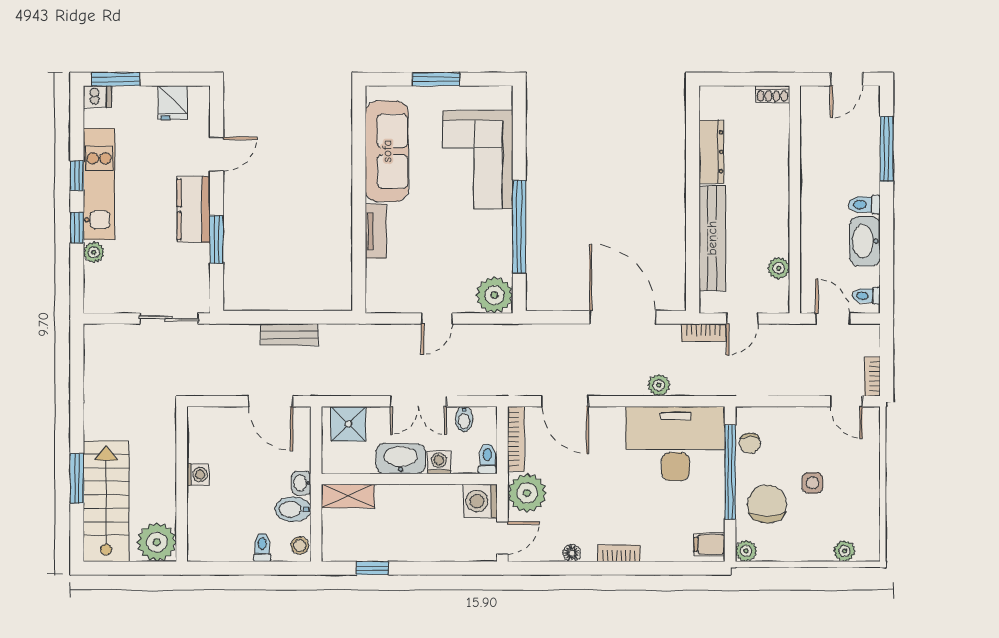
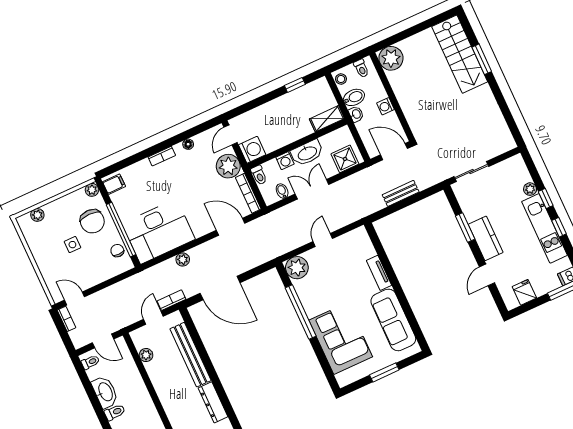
washing machine: (198, 474) -> (385, 106), moved
wall: (182, 484) -> (392, 97), moved
plant: (157, 542) -> (391, 58), moved

